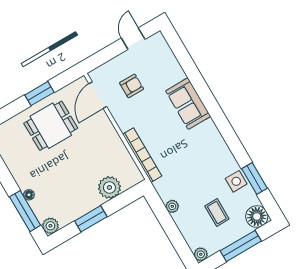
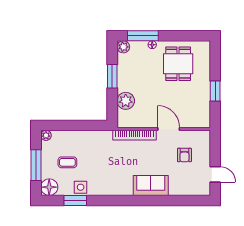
door: (98, 95) -> (169, 129), moved
dining table: (51, 126) -> (178, 64), moved
plant: (172, 206) -> (89, 135), removed

